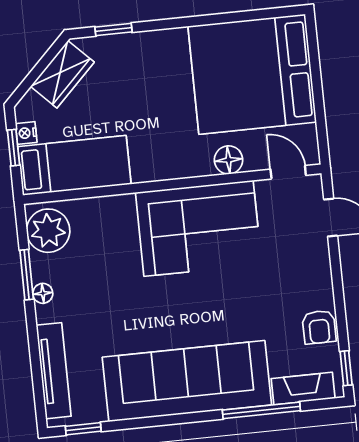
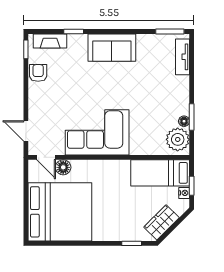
floor lamp: (229, 160) -> (63, 167), moved
floor lamp: (43, 293) -> (184, 121), moved
tv unit: (54, 371) -> (183, 57), width x0.71
sofa: (187, 381) -> (112, 48), width x0.54, depth x0.79
window: (261, 410) -> (74, 32), width x0.46
window: (83, 429) -> (170, 32), width x1.50

